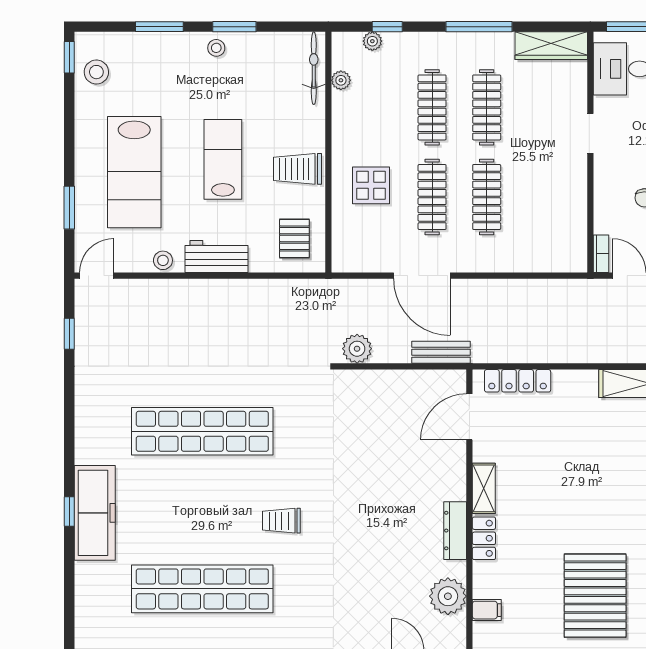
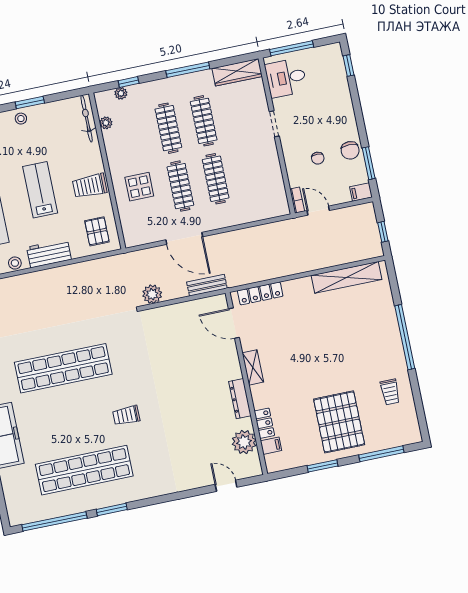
door: (469, 417) -> (234, 323), hinge flipped
locker: (484, 538) -> (264, 423), moved

